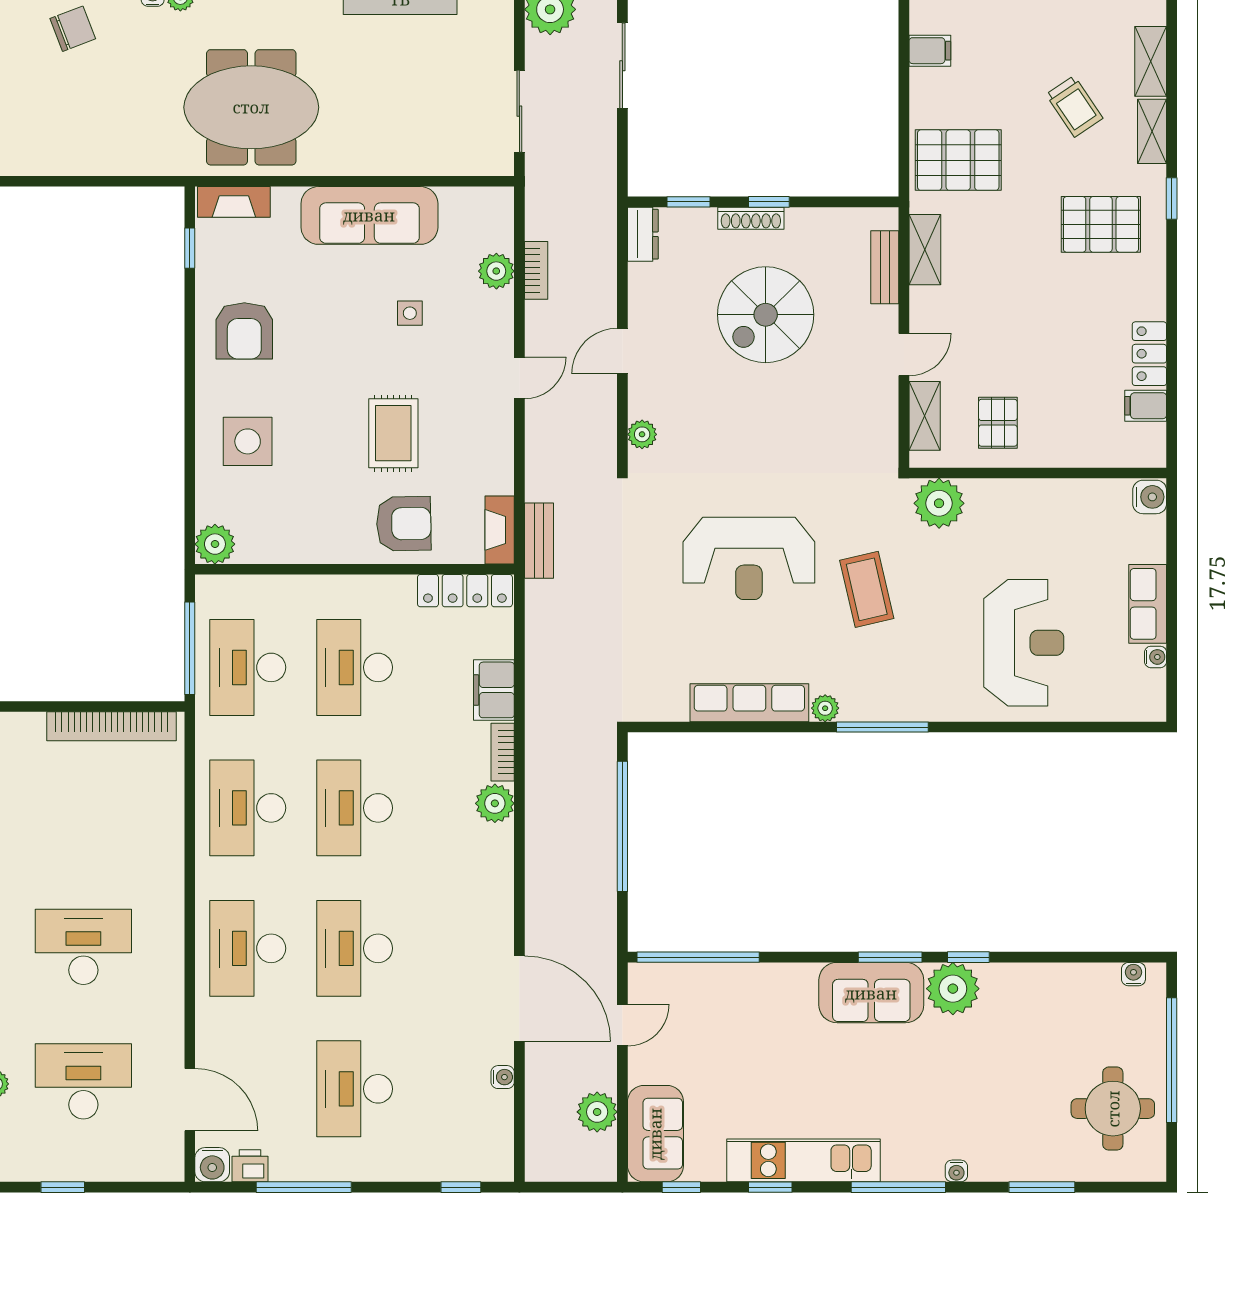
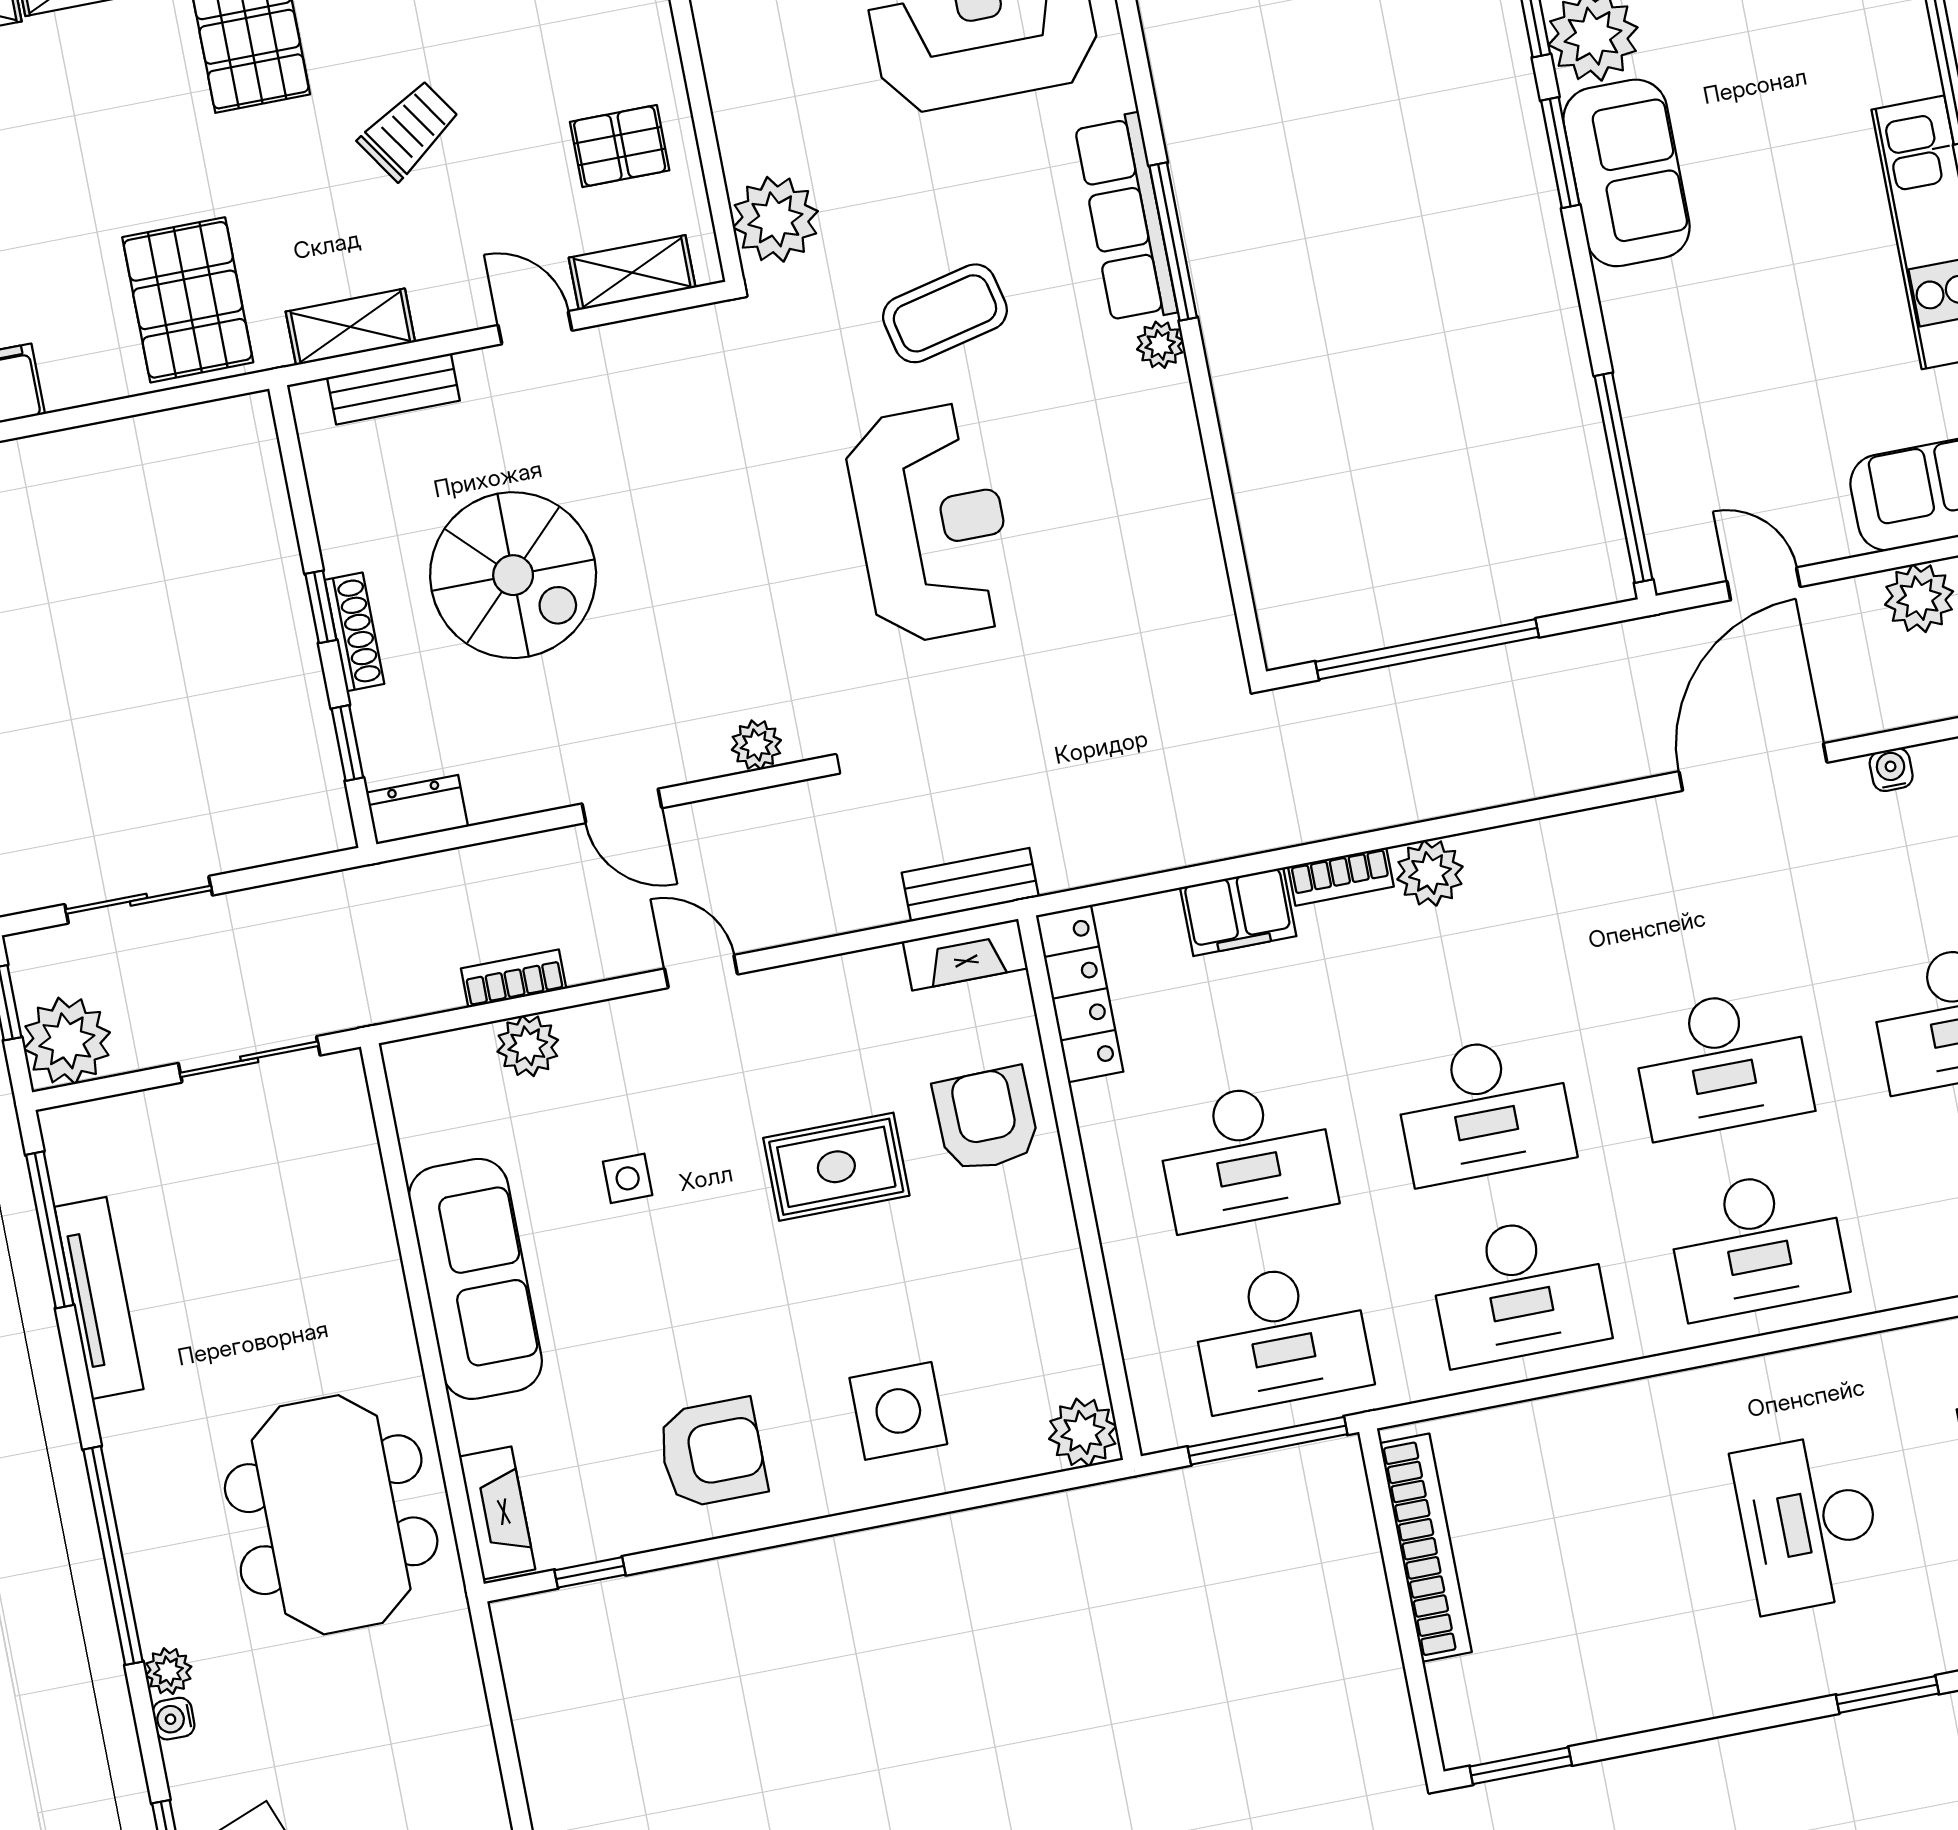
trolley: (1074, 106) -> (409, 130), moved
row of seats: (749, 703) -> (1126, 218), moved

